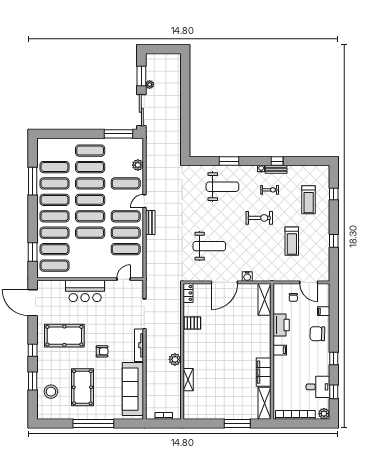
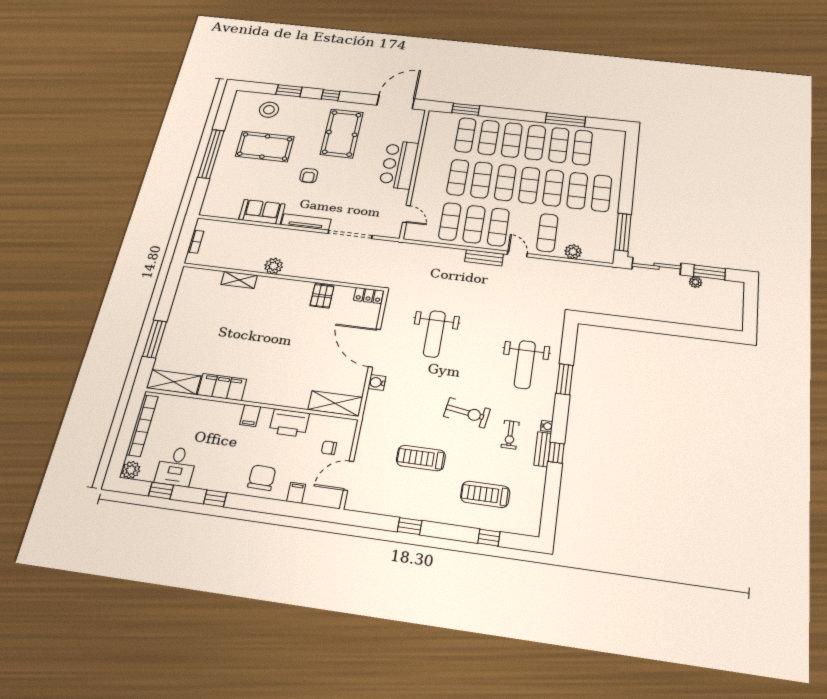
exercise bike: (259, 218) -> (467, 413), turned -81
exercise mat: (55, 266) -> (458, 177), moved
sofa: (133, 389) -> (262, 212), width x0.54, depth x0.79

